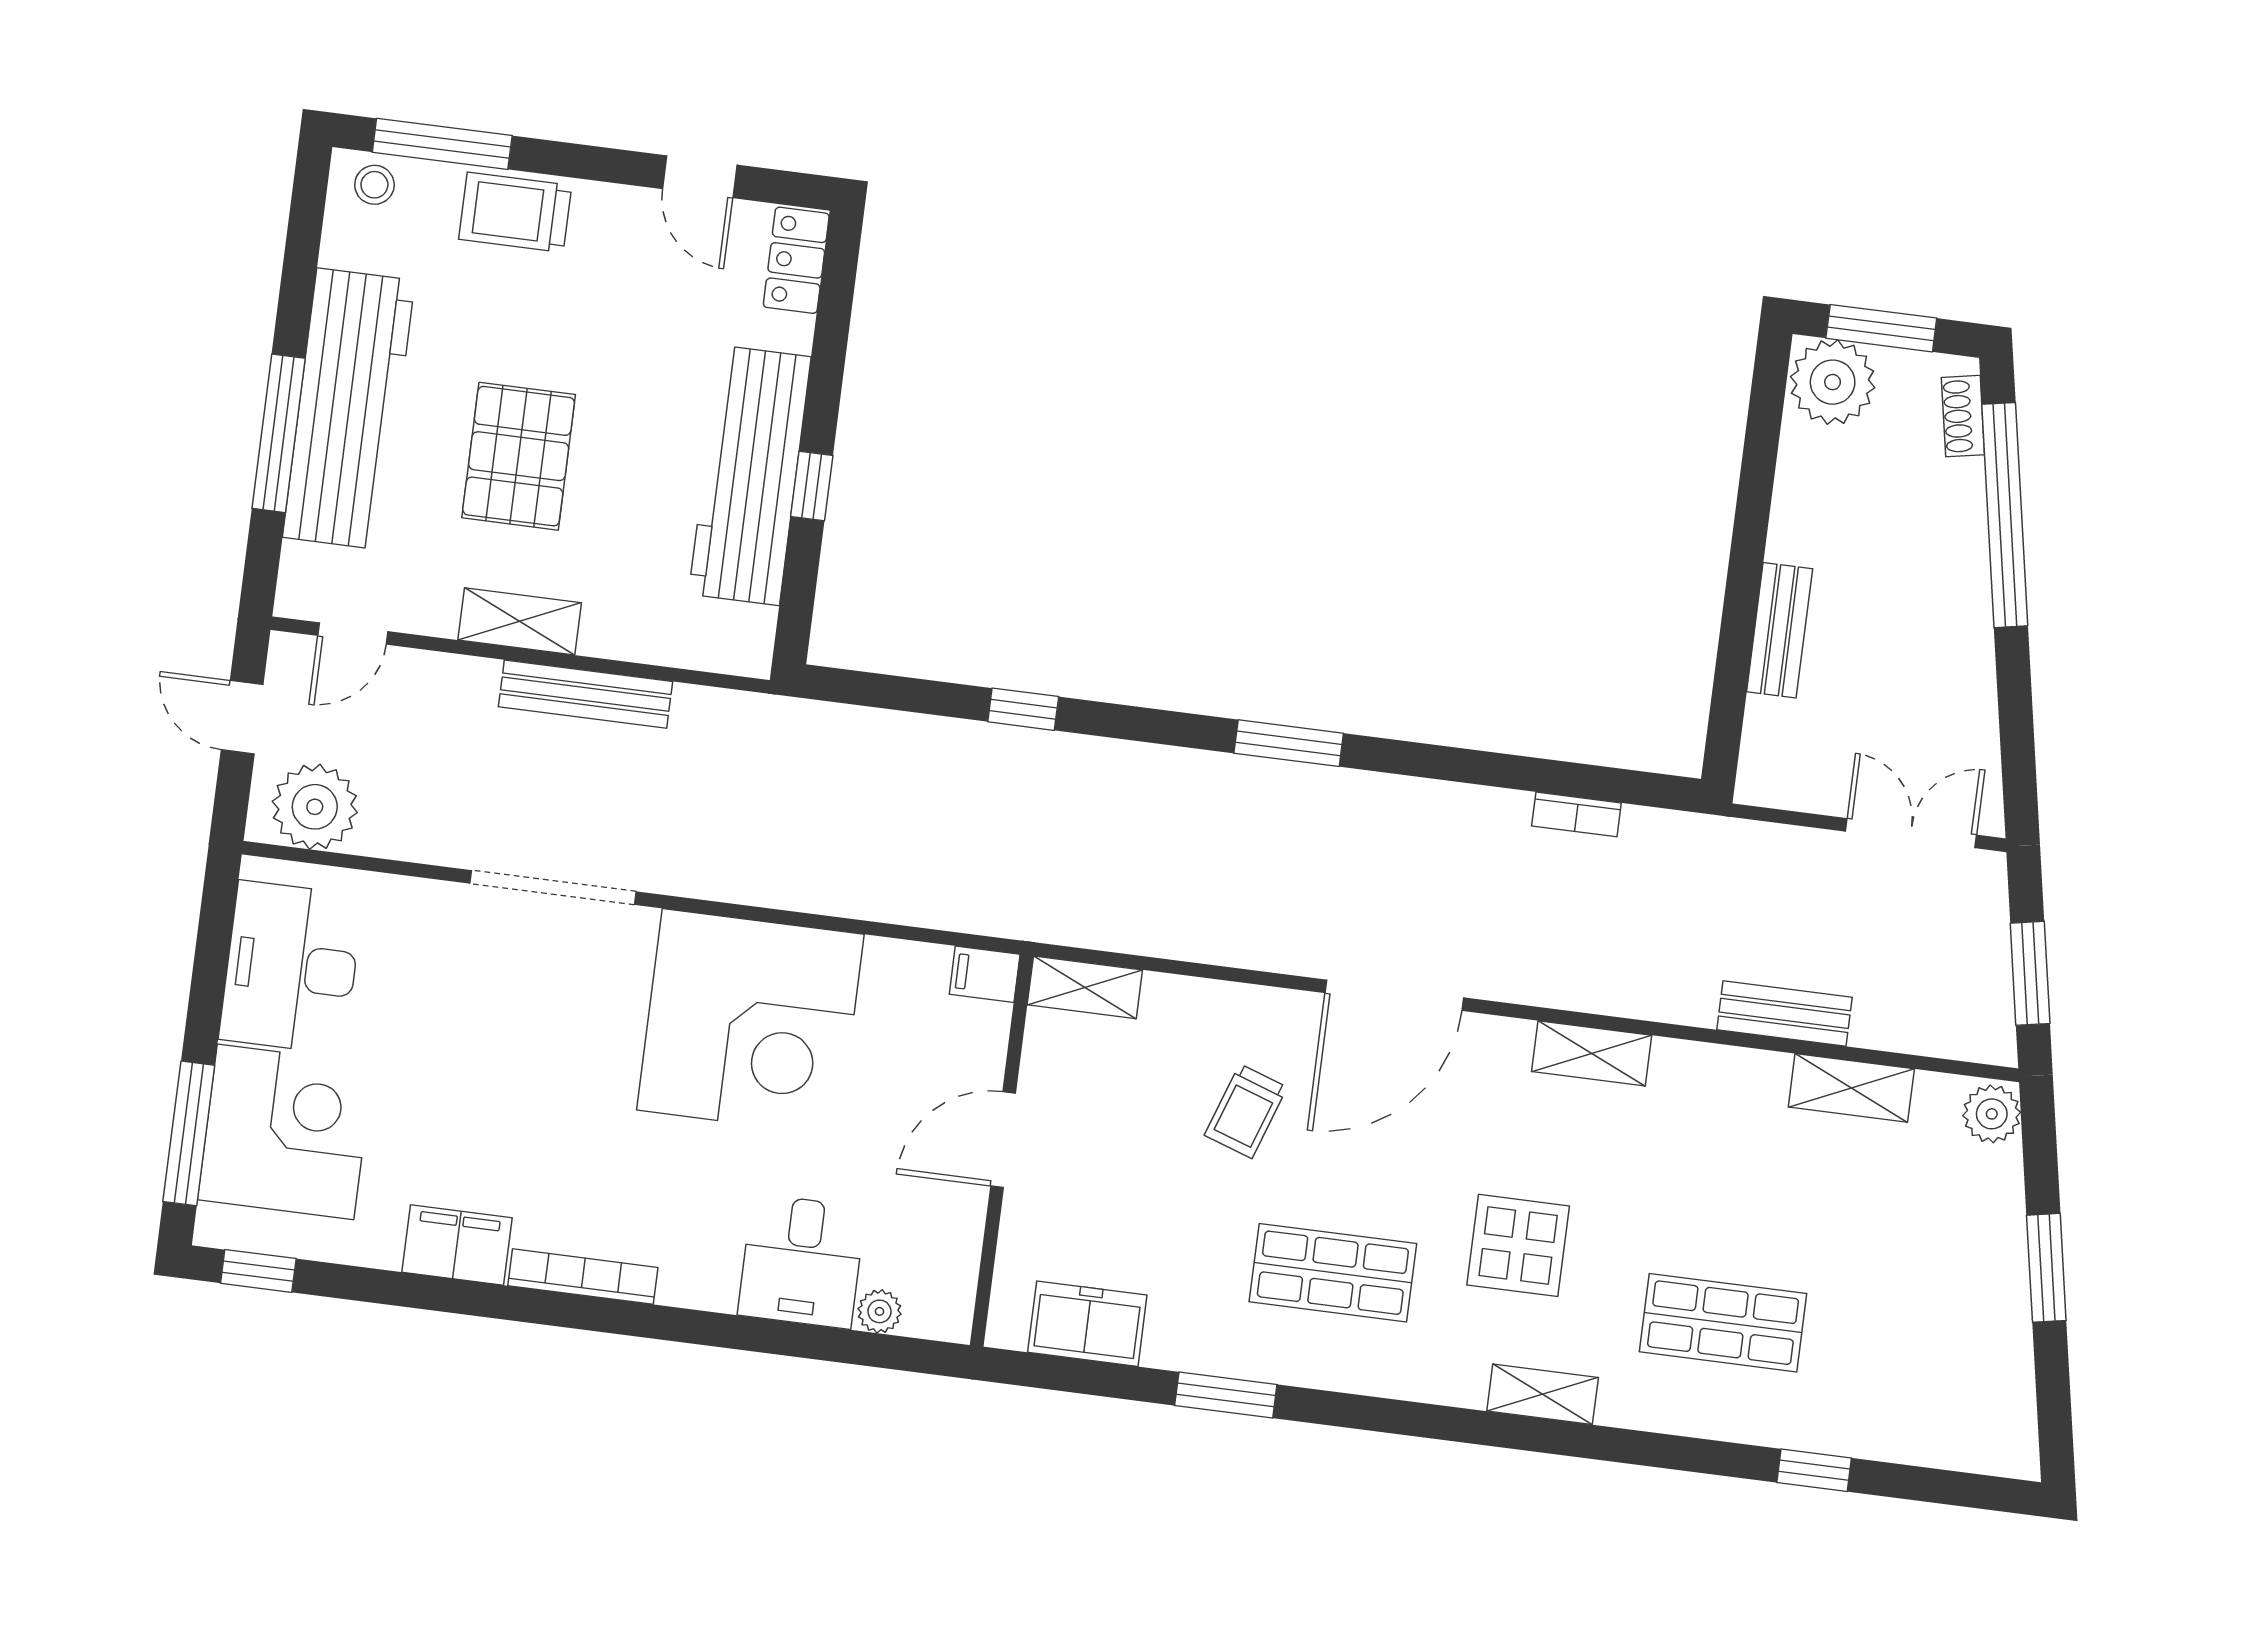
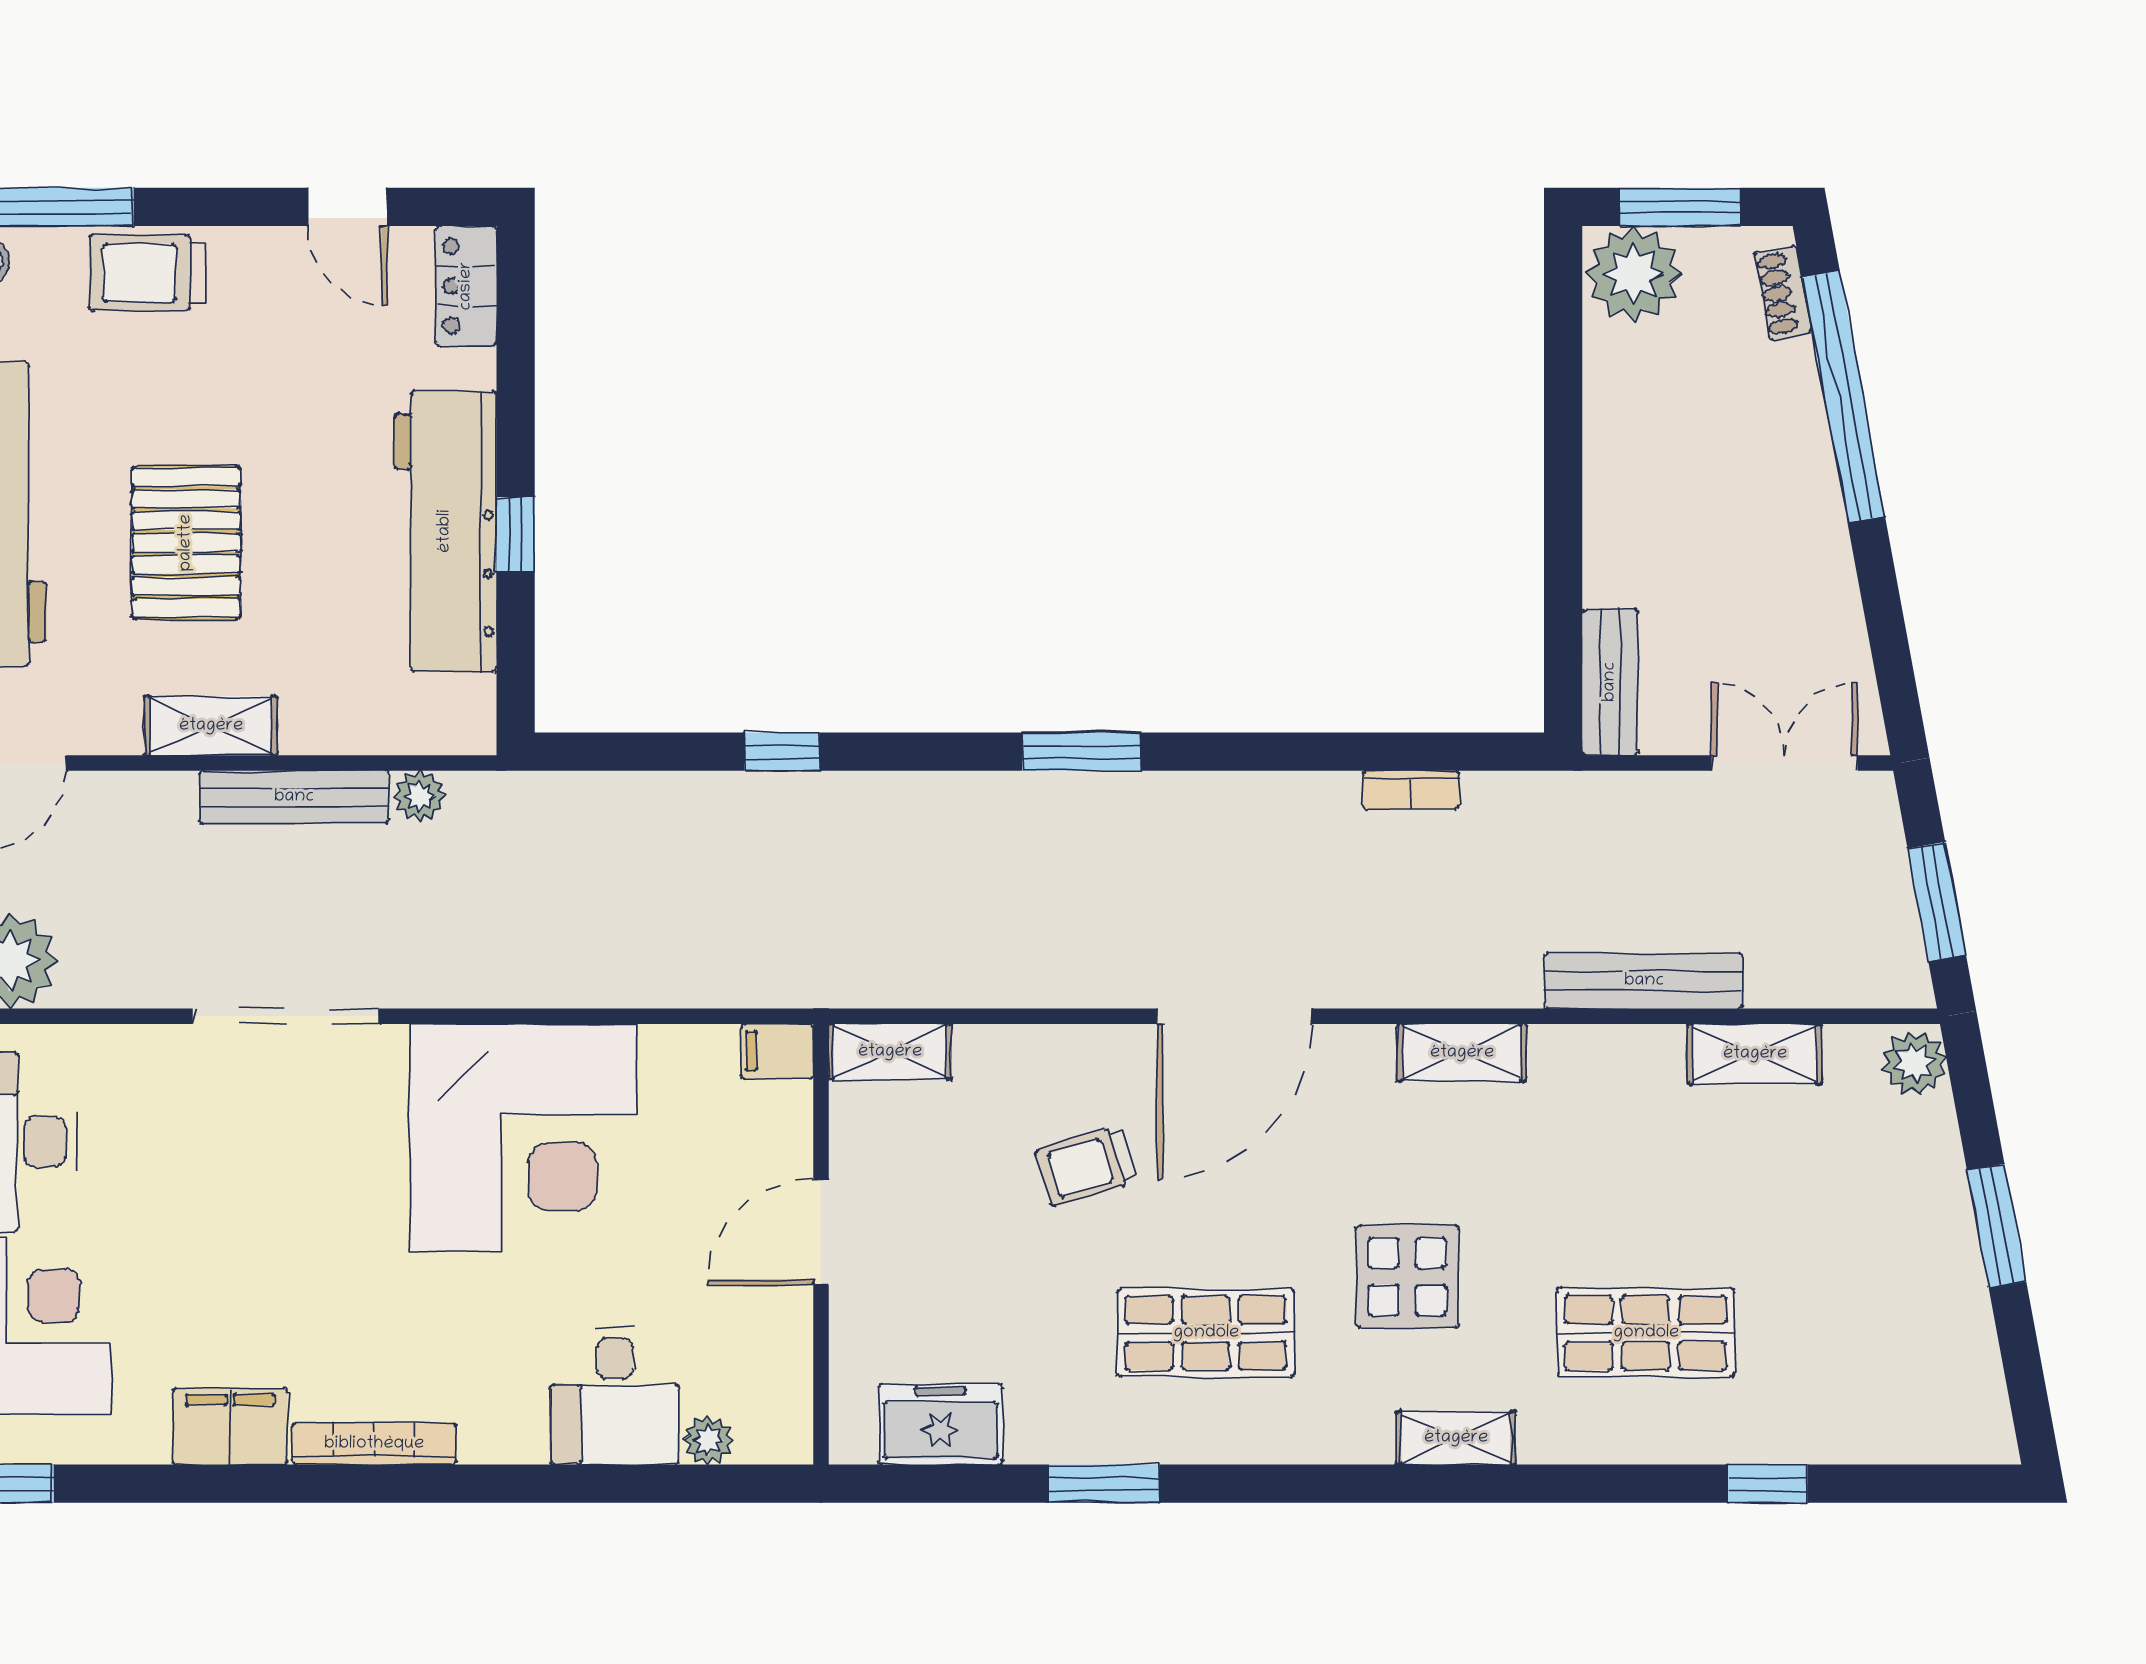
bench: (1780, 630) -> (1610, 682), moved
plant: (697, 707) -> (420, 796), added
bench: (1785, 1013) -> (1644, 981), width x1.36
trolley: (1246, 1111) -> (1086, 1166), turned 54

